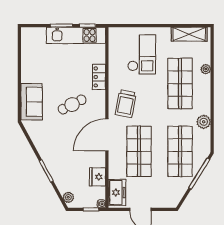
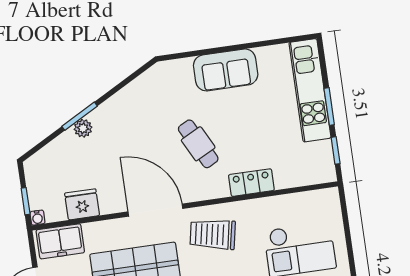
kitchen unit: (76, 35) -> (310, 90), moved
sofa: (32, 102) -> (226, 70), moved
plant: (68, 197) -> (83, 128), moved

